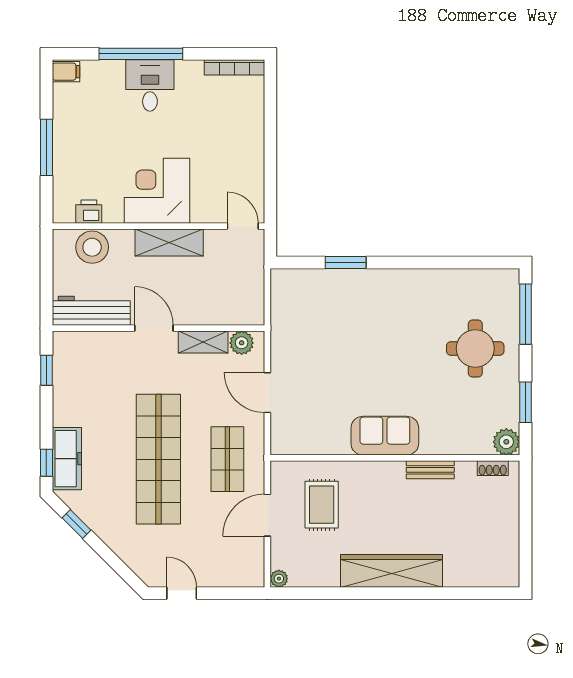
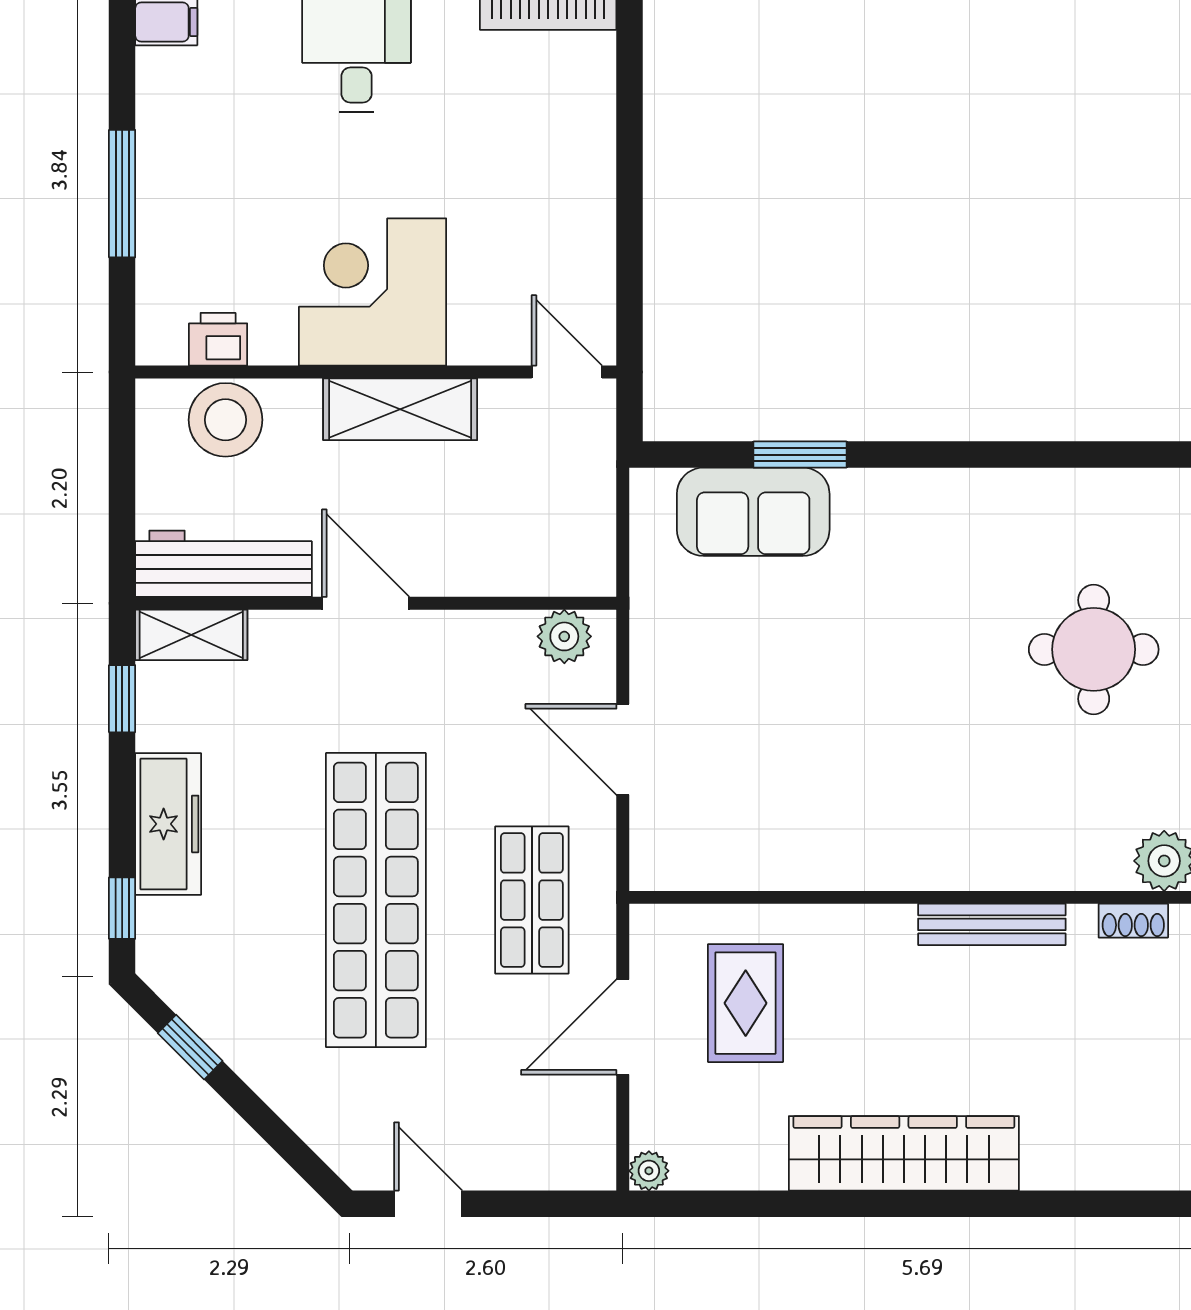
shelving: (203, 342) -> (191, 635), moved
sofa: (385, 436) -> (753, 512), moved, turned 180
freezer: (67, 459) -> (168, 824), moved
bench: (430, 470) -> (992, 924), width x1.36

